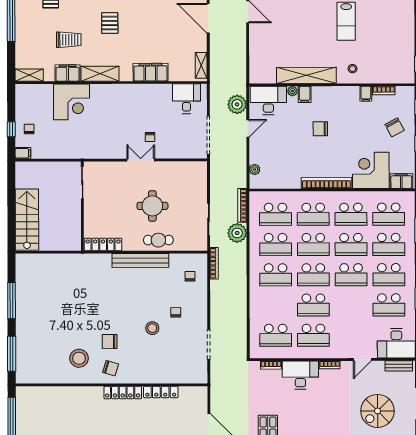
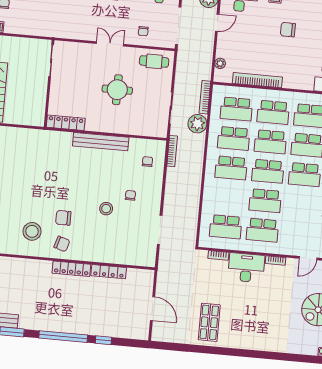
chair: (150, 137) -> (143, 31), moved
bookcase: (326, 183) -> (257, 80), moved
cafe table: (158, 240) -> (154, 61), moved

